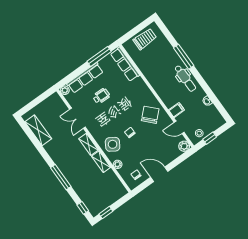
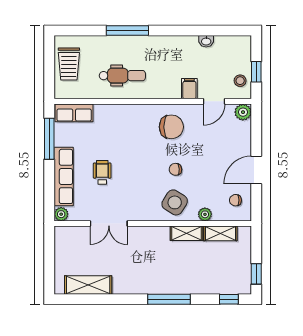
trolley: (145, 39) -> (69, 64), turned 180
row of seats: (125, 64) -> (74, 113), width x0.68
dental chair: (185, 78) -> (122, 76), moved
chair: (150, 115) -> (171, 127), turned 134
shelving: (88, 144) -> (220, 233), moved

